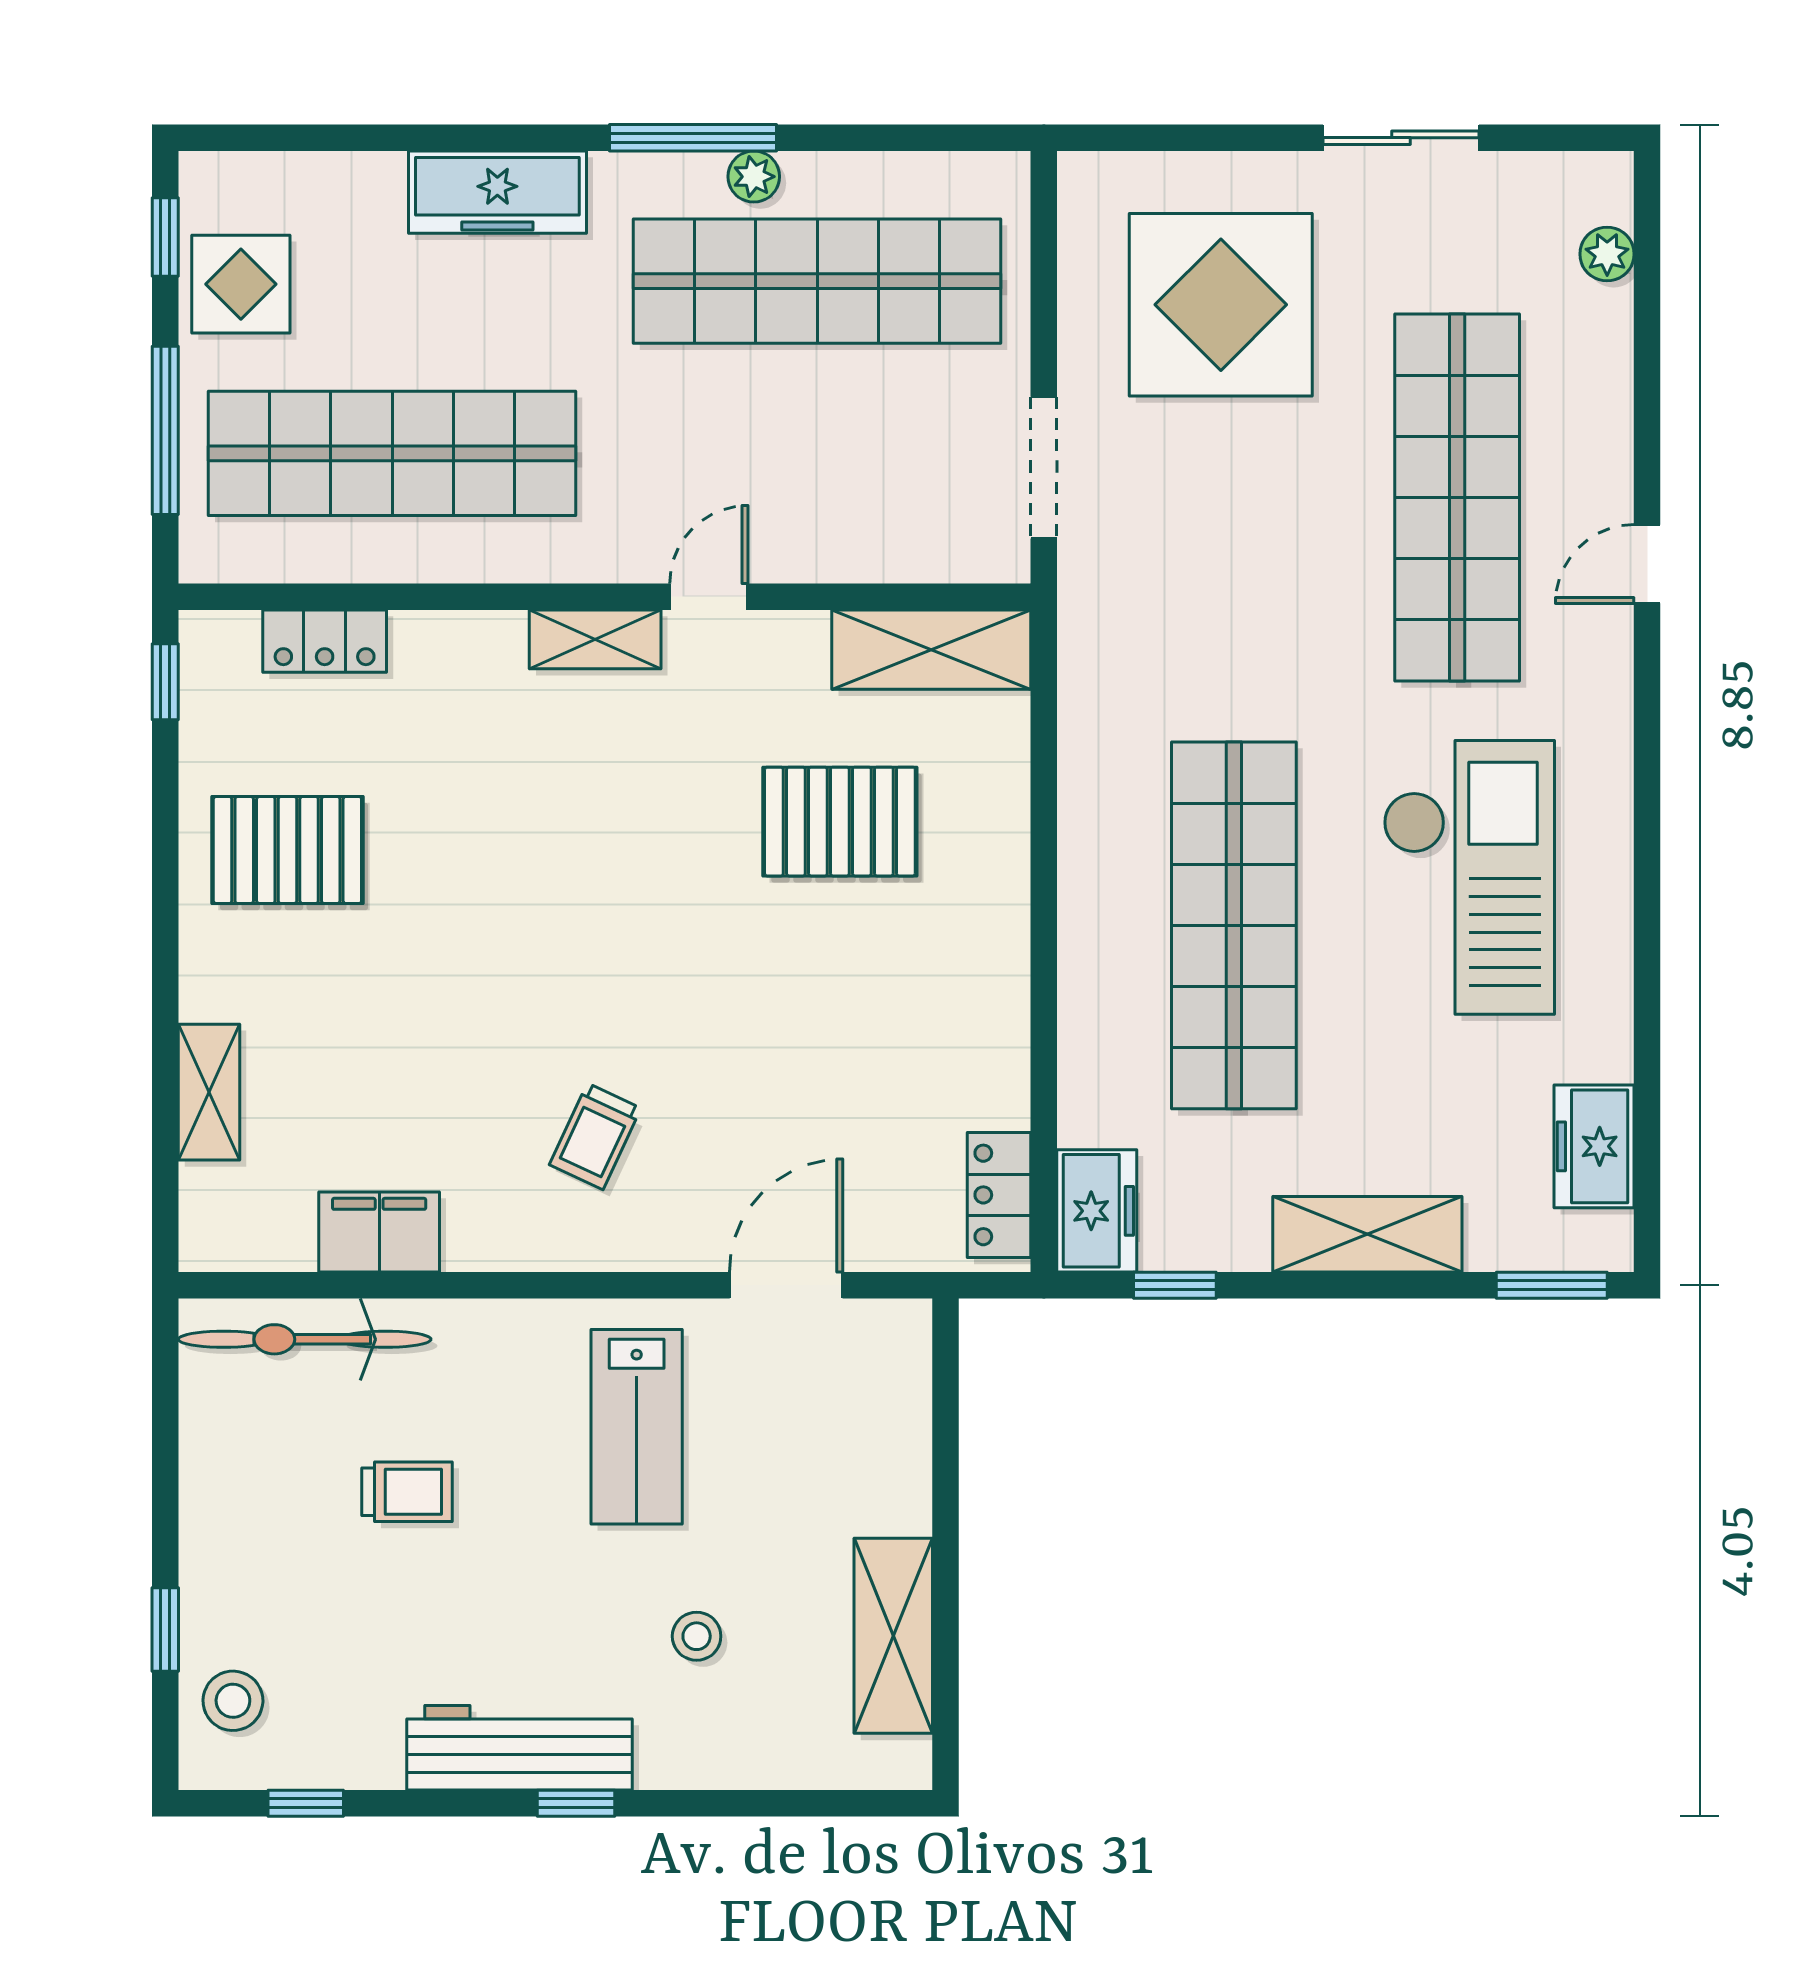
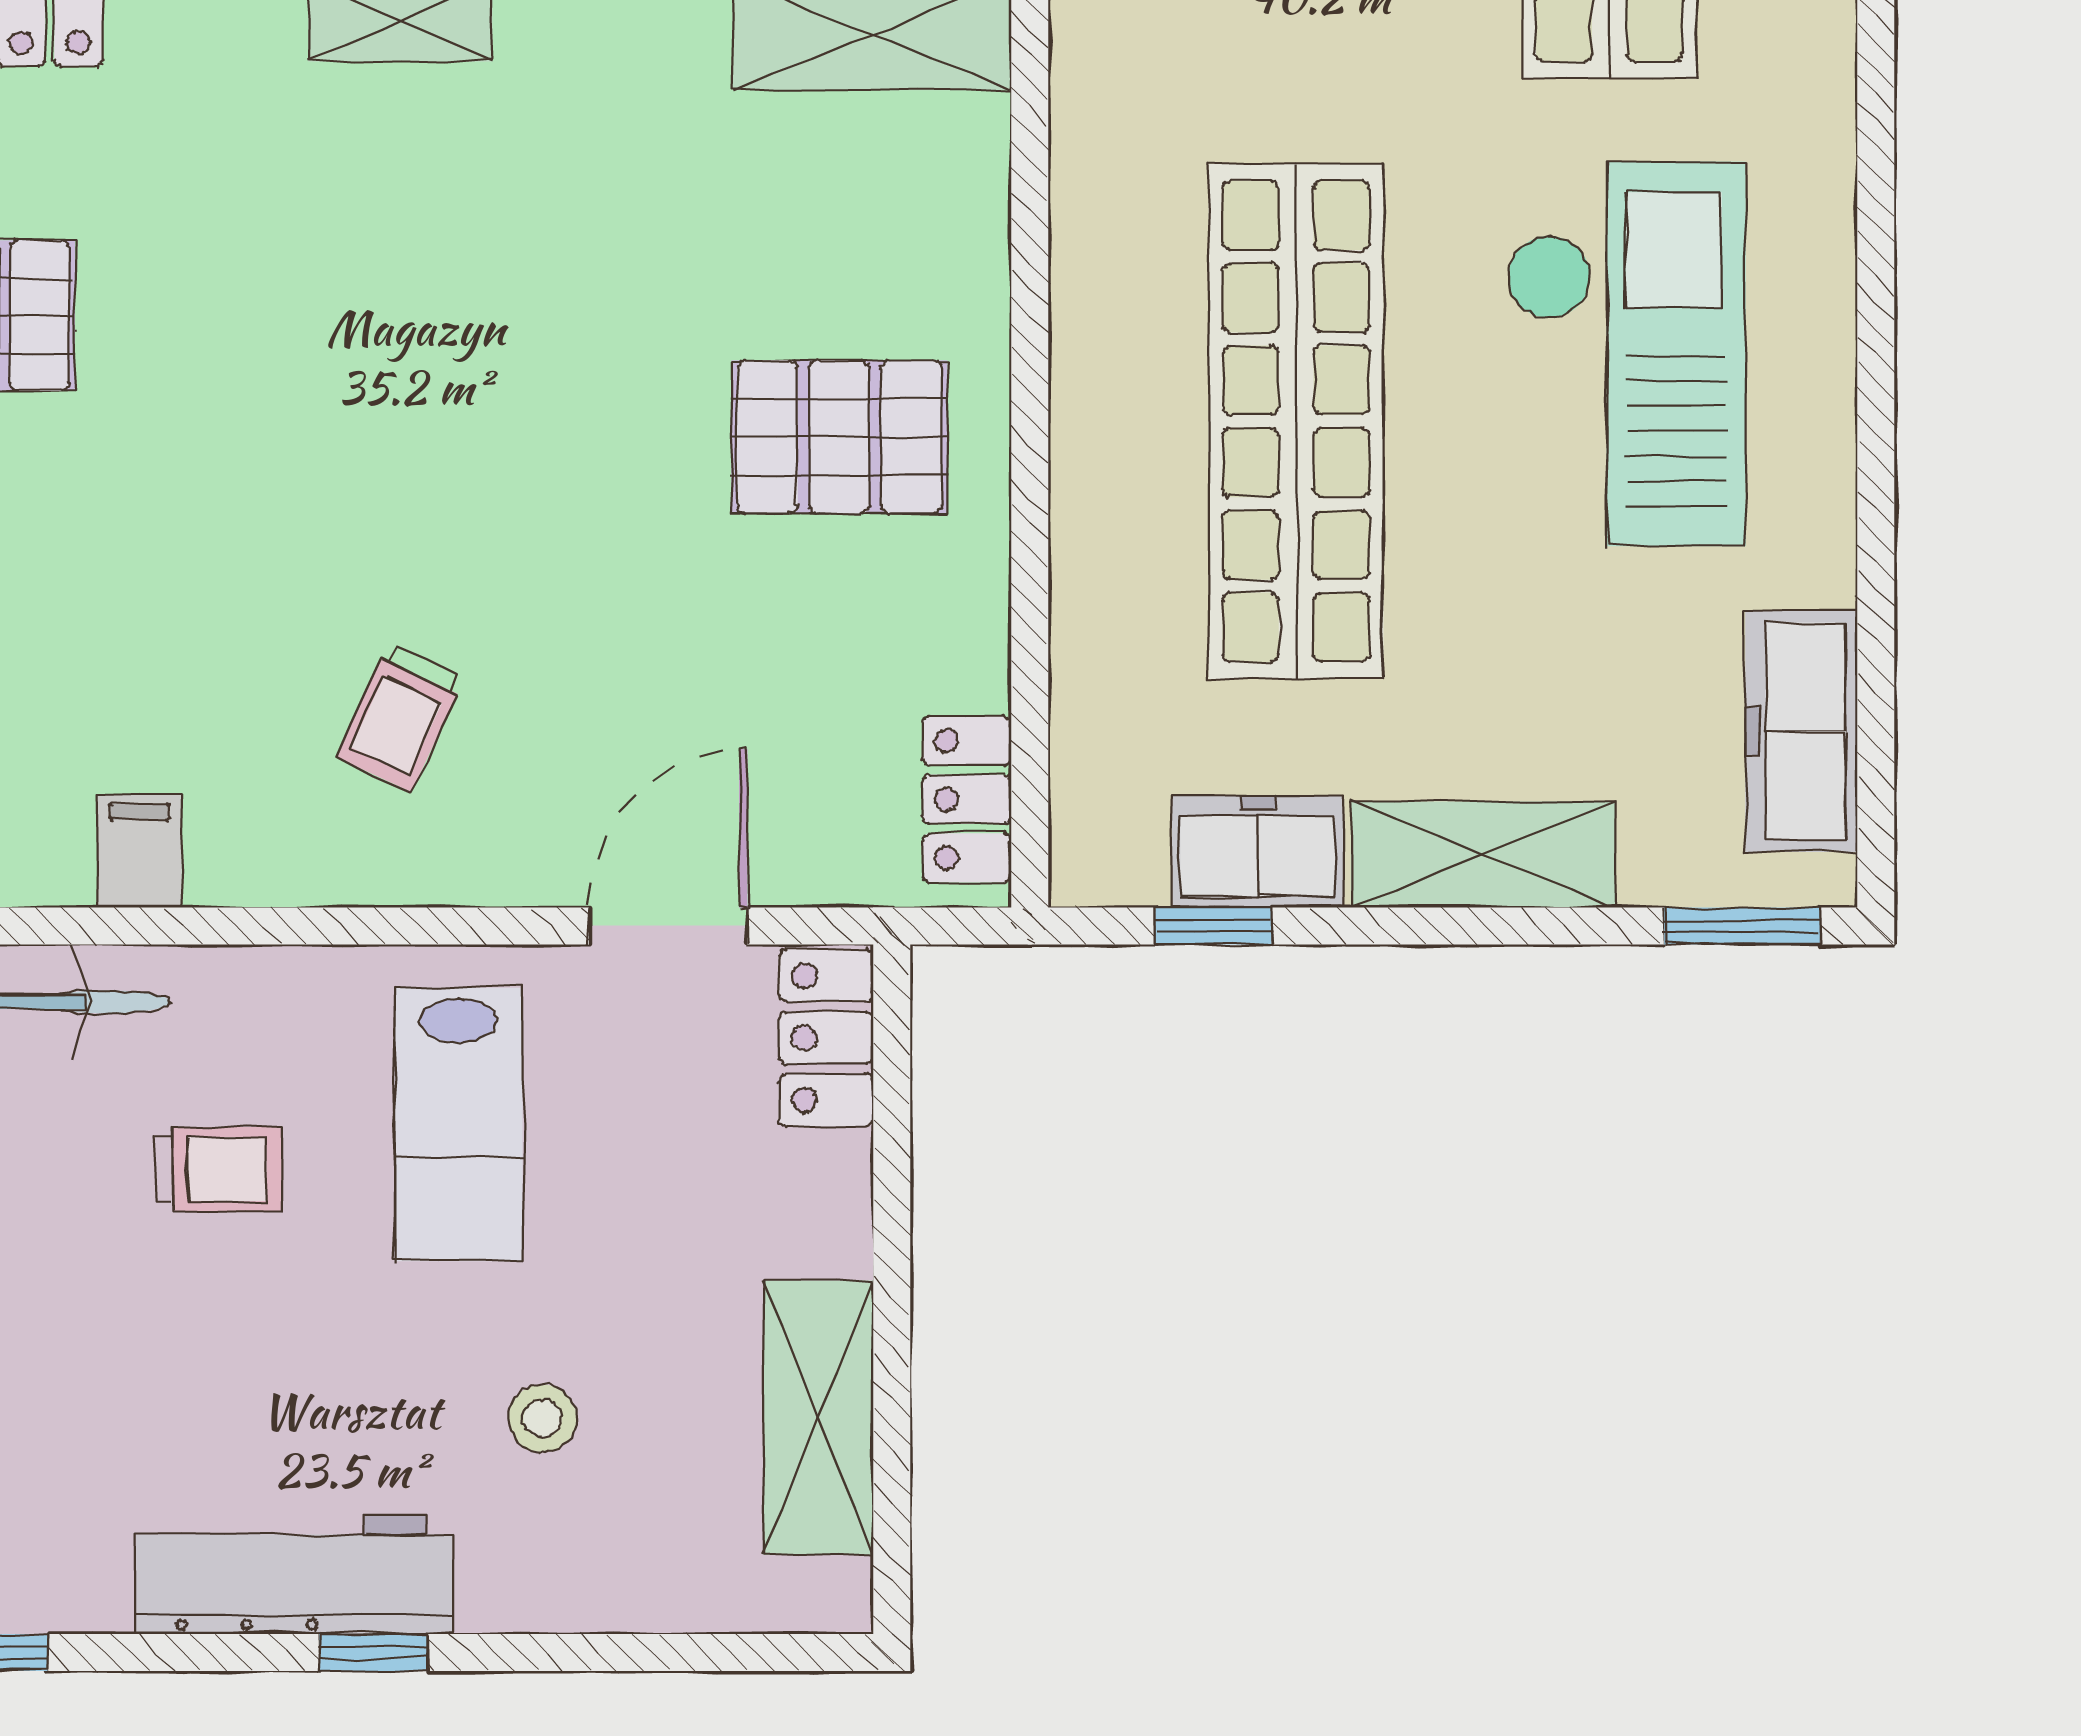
pallet: (840, 822) -> (839, 437), moved
freezer: (1594, 1146) -> (1801, 731), width x1.40
freezer: (1097, 1211) -> (1258, 852), moved, turned -90
filing cabinet: (379, 1232) -> (139, 851), width x0.50
locker: (899, 1365) -> (826, 1038), added
trolley: (407, 1492) -> (218, 1169), moved

